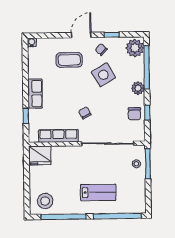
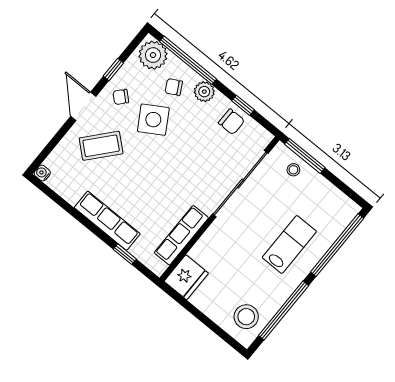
coffee table: (69, 60) -> (101, 146), turned 41
row of seats: (35, 94) -> (107, 221), width x1.48
chair: (85, 113) -> (174, 87), moved

